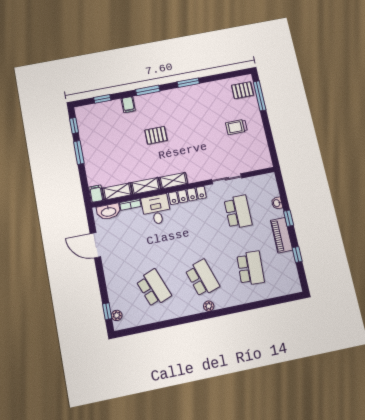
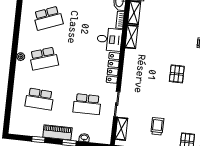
pallet: (156, 135) -> (177, 74), moved
shelving: (173, 181) -> (121, 129), moved

